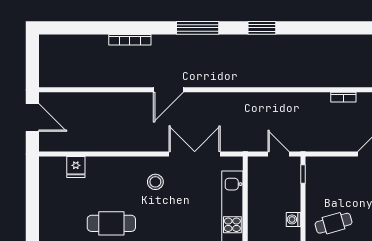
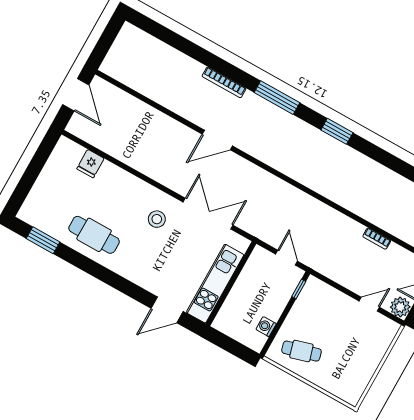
bookcase: (130, 40) -> (224, 82), moved

